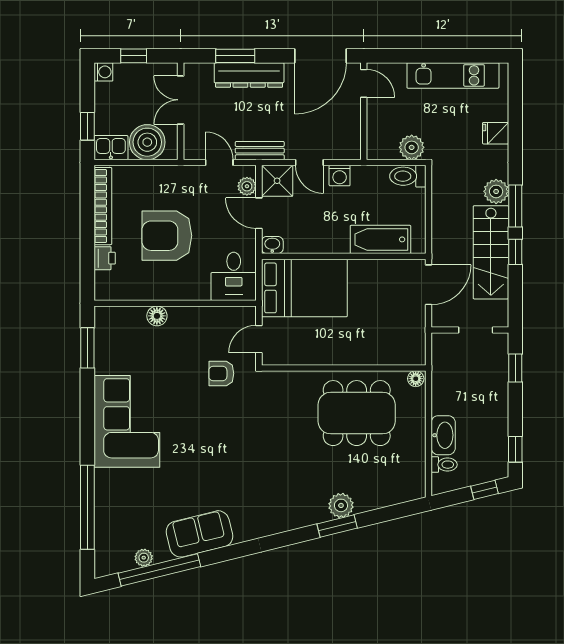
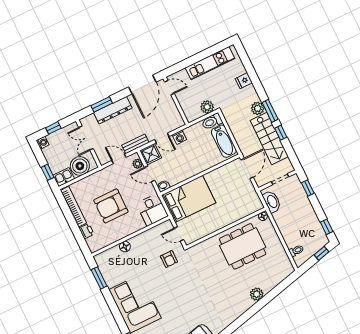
bathtub: (380, 239) -> (224, 141), moved, turned -90
door: (259, 339) -> (179, 234), hinge flipped
armchair: (221, 374) -> (169, 259), turned -90
washbasin: (443, 435) -> (272, 202), moved
window: (337, 526) -> (260, 305), removed

